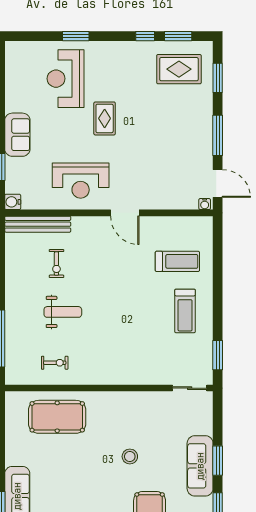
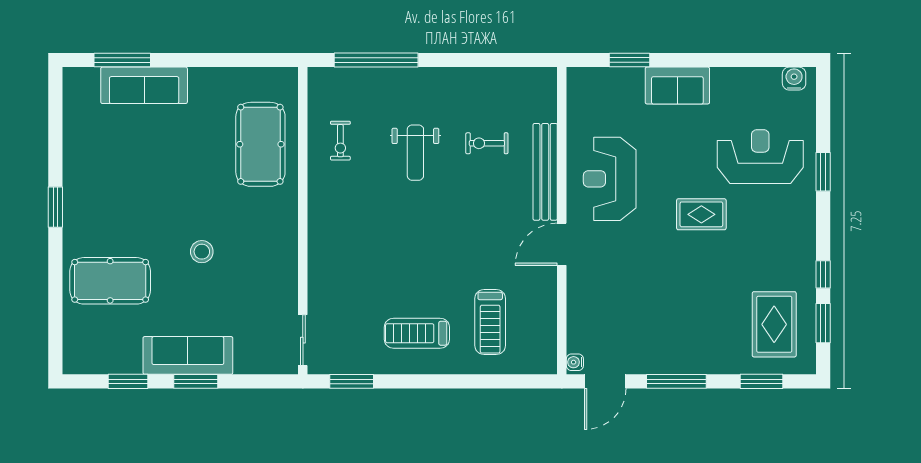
water cooler: (13, 202) -> (794, 79), moved
bench: (38, 224) -> (545, 172), moved

